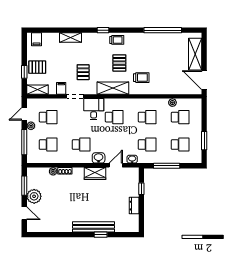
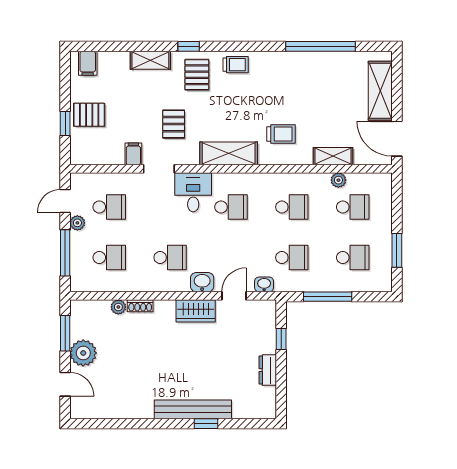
window: (103, 30) -> (189, 46), moved
pallet: (119, 63) -> (197, 75), moved
shelving: (37, 90) -> (333, 156), moved

